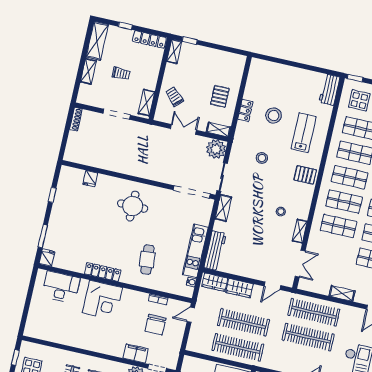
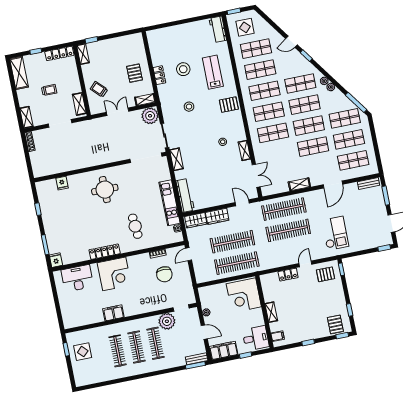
shelving: (88, 71) -> (26, 117), moved
door: (272, 286) -> (242, 203), swing flipped
filing cabinet: (136, 353) -> (113, 313), moved

